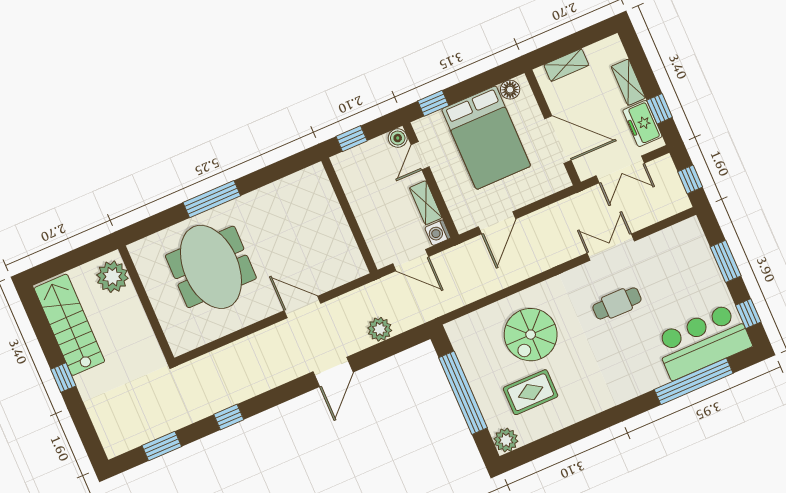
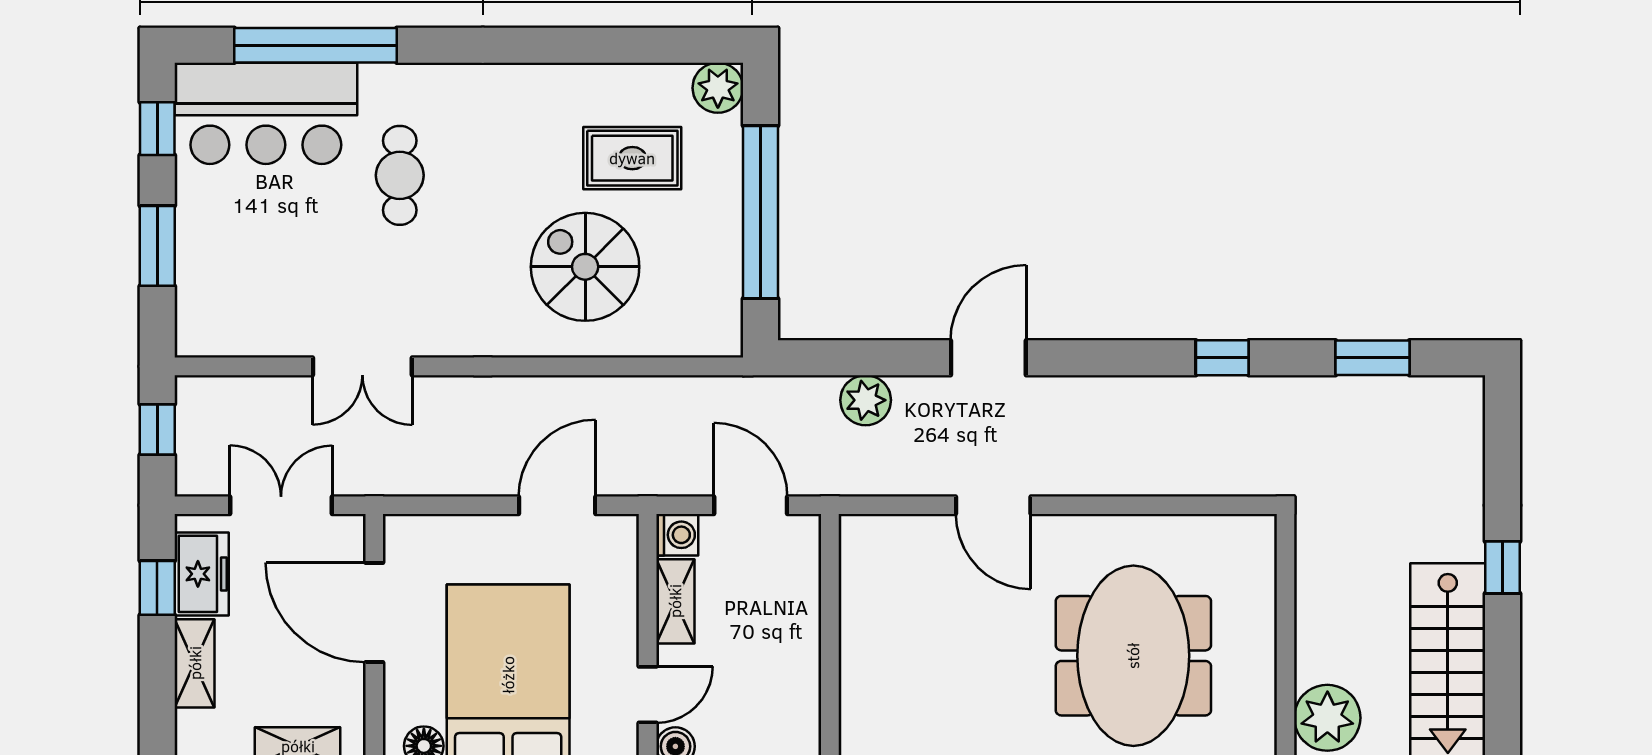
cafe table: (617, 303) -> (400, 175), moved, turned 90
spiral stairs: (531, 335) -> (585, 267), turned -90

